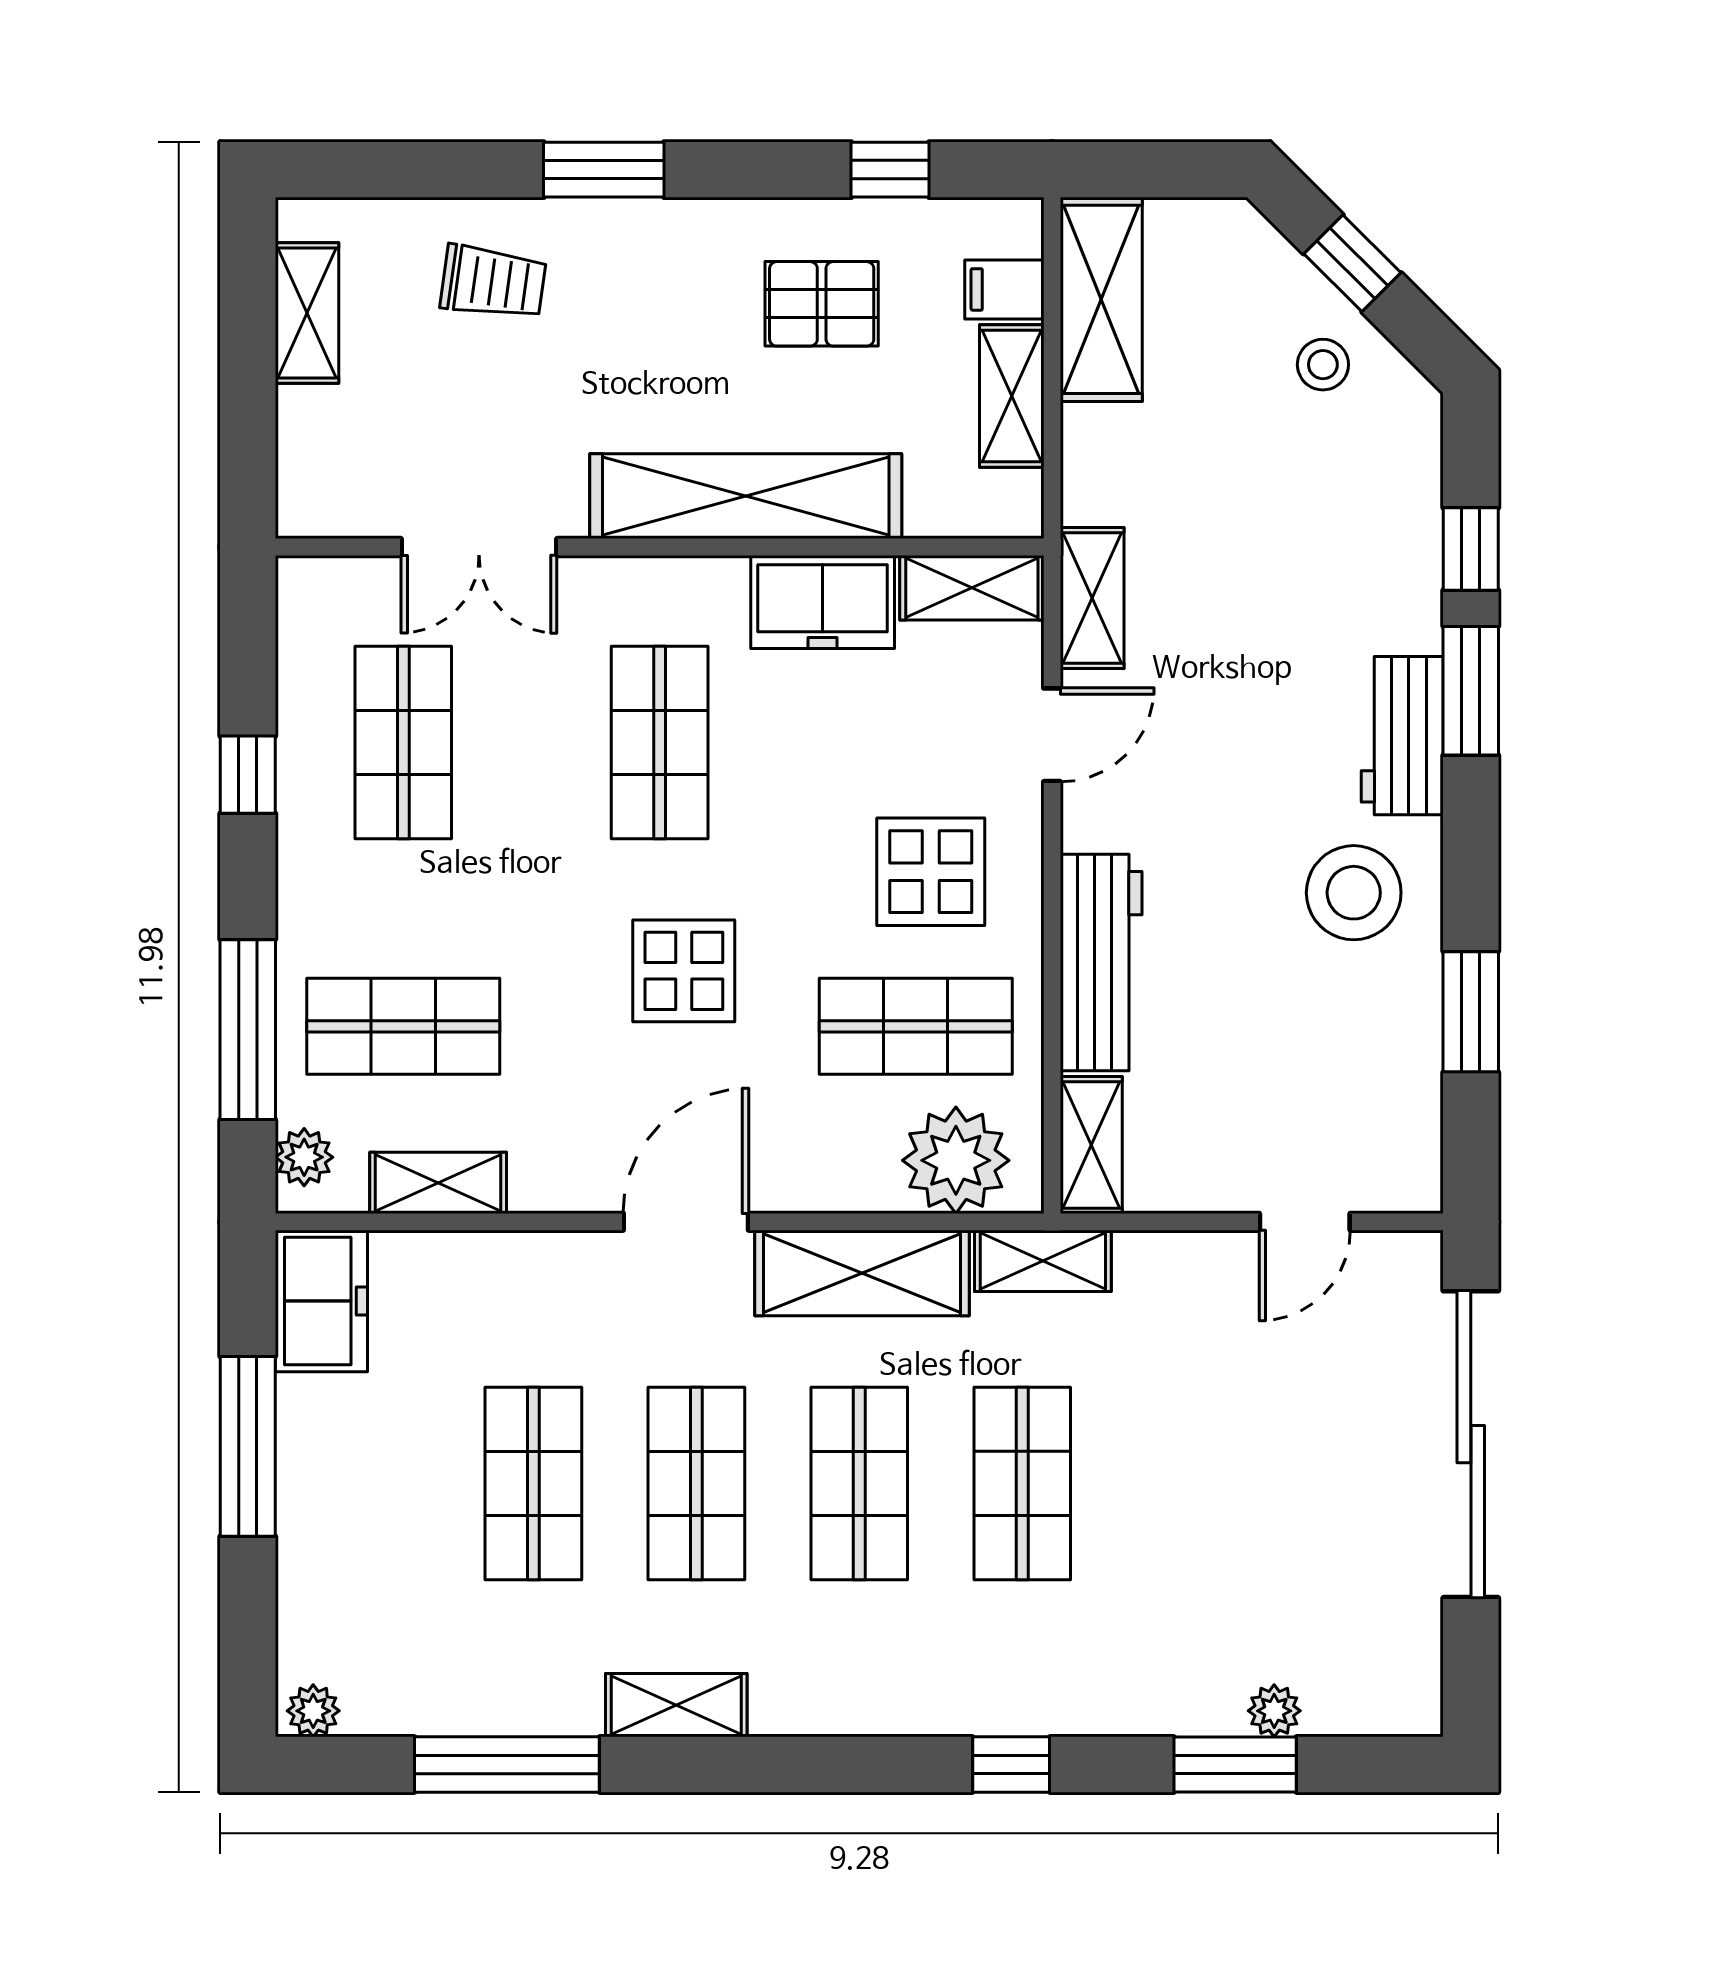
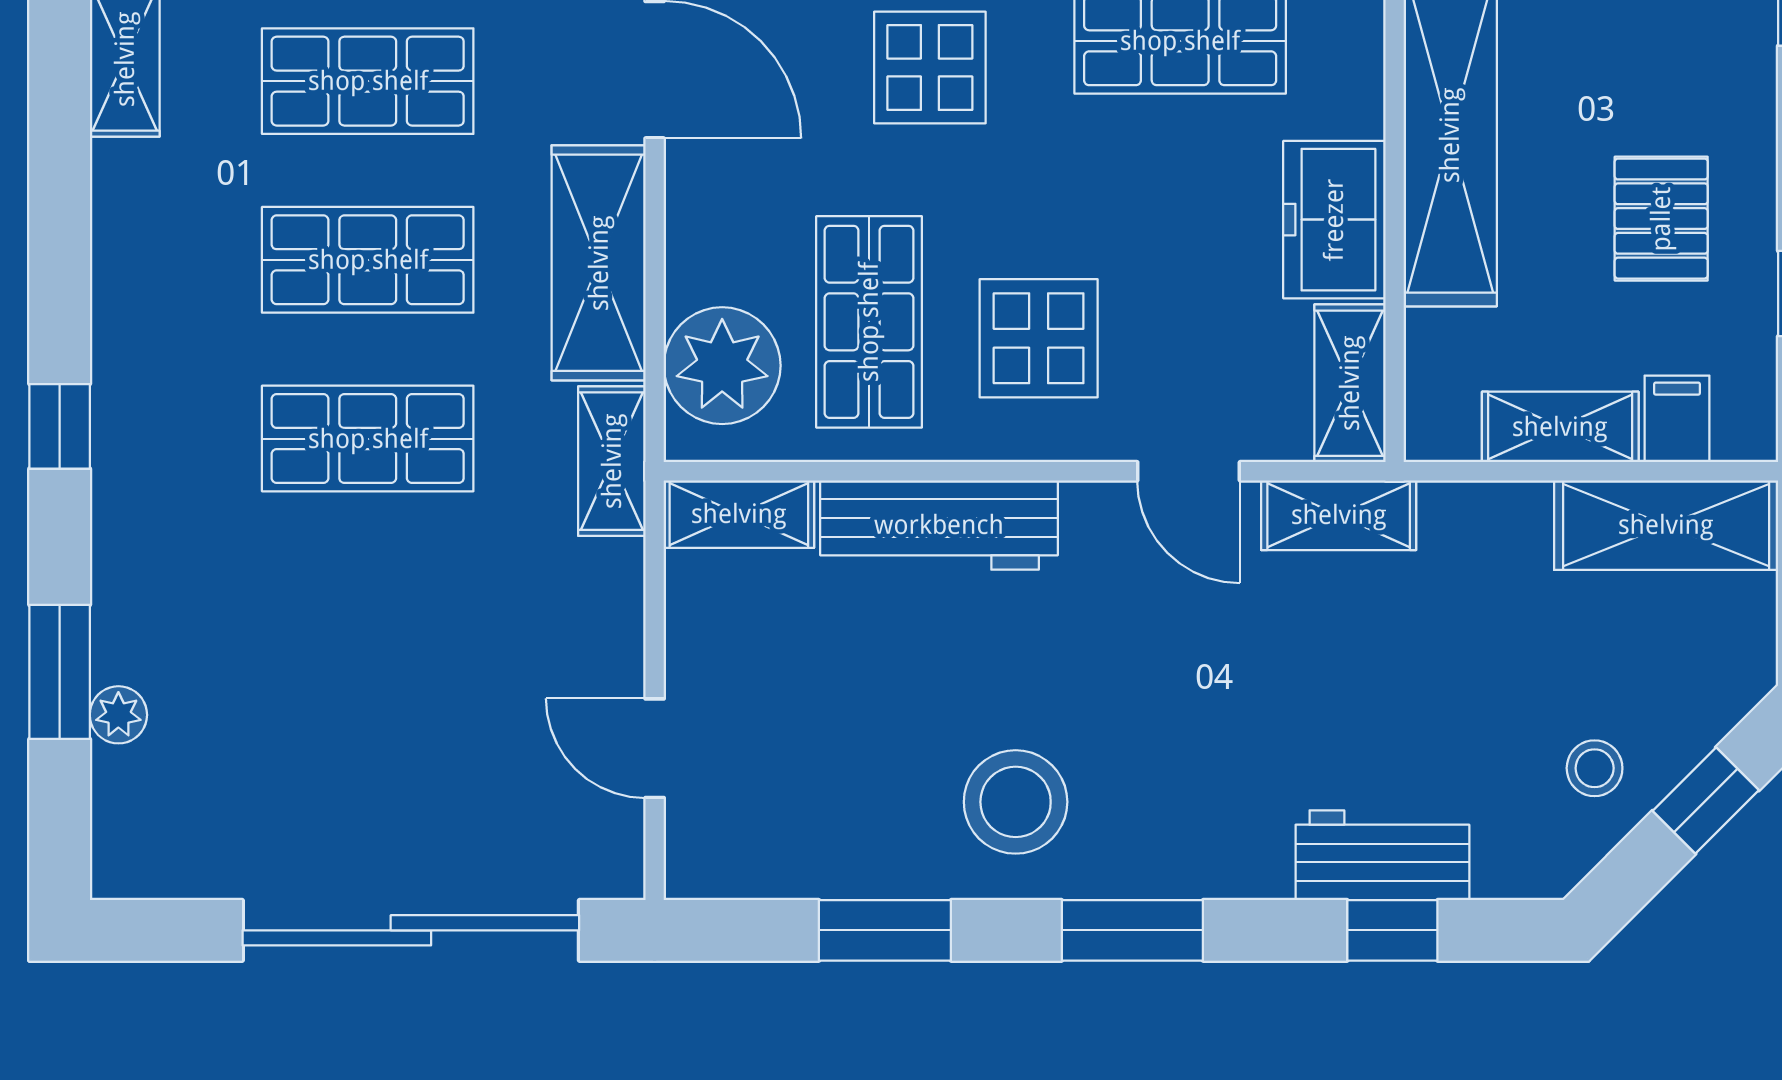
window: (1471, 691) -> (1132, 930), moved
workbench: (1402, 736) -> (1382, 855), moved

